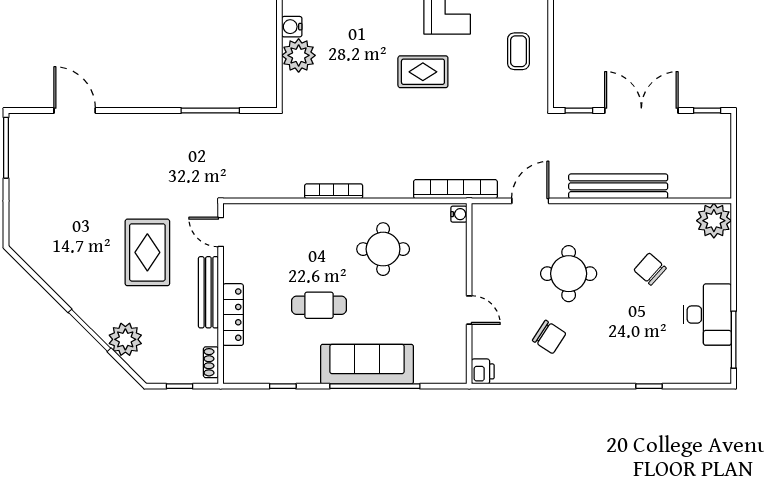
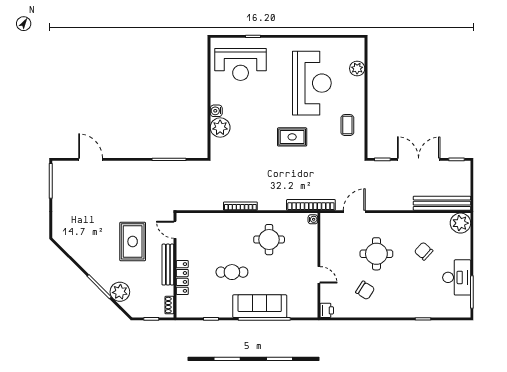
bench: (618, 186) -> (442, 203), moved

